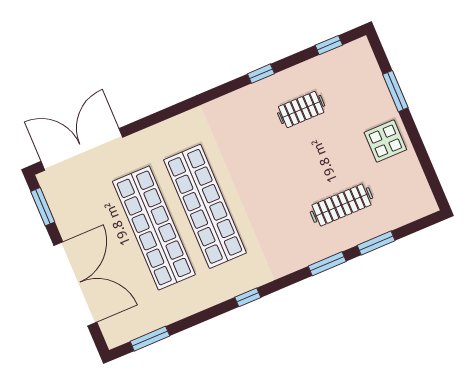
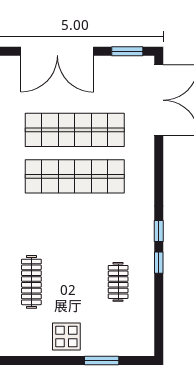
window: (329, 45) -> (159, 231), moved

